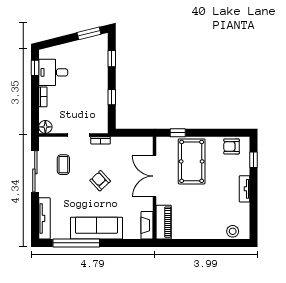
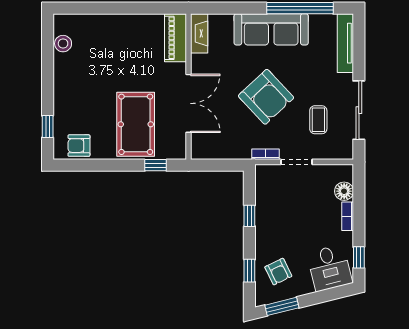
armchair: (91, 58) -> (278, 272), added
desk: (53, 72) -> (330, 268), moved, turned 76
floor lamp: (45, 127) -> (344, 191), moved
armchair: (232, 146) -> (79, 146), turned 180
armchair: (100, 181) -> (266, 97), width x1.88, depth x1.88
tv unit: (245, 189) -> (60, 85), removed
stool: (233, 231) -> (63, 44), moved

